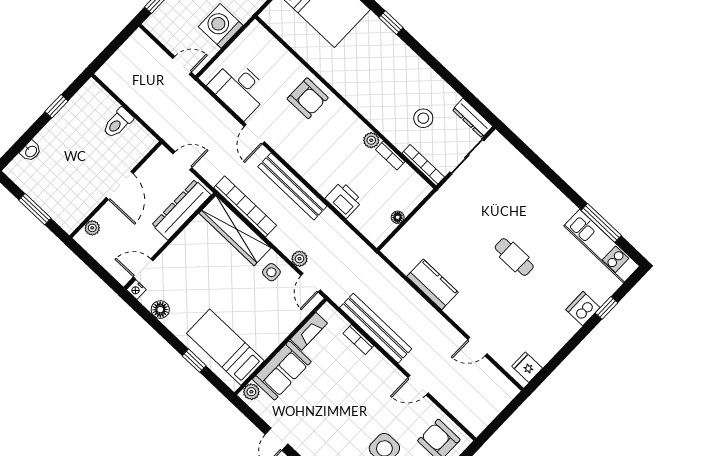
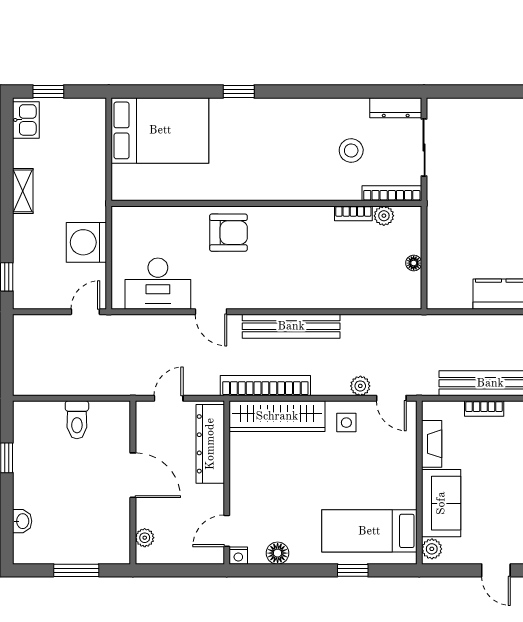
plant: (371, 140) -> (384, 216), moved
printer: (344, 200) -> (350, 294), removed

